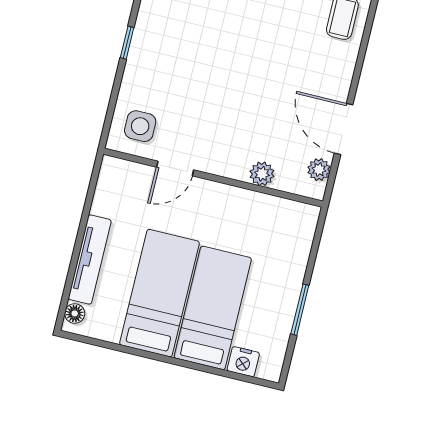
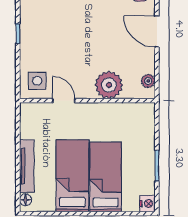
door: (344, 129) -> (157, 32), moved
door: (175, 168) -> (64, 101), swing flipped
plant: (262, 174) -> (109, 85), width x1.88, depth x1.88
nightstand: (243, 362) -> (147, 203), moved, turned -90

